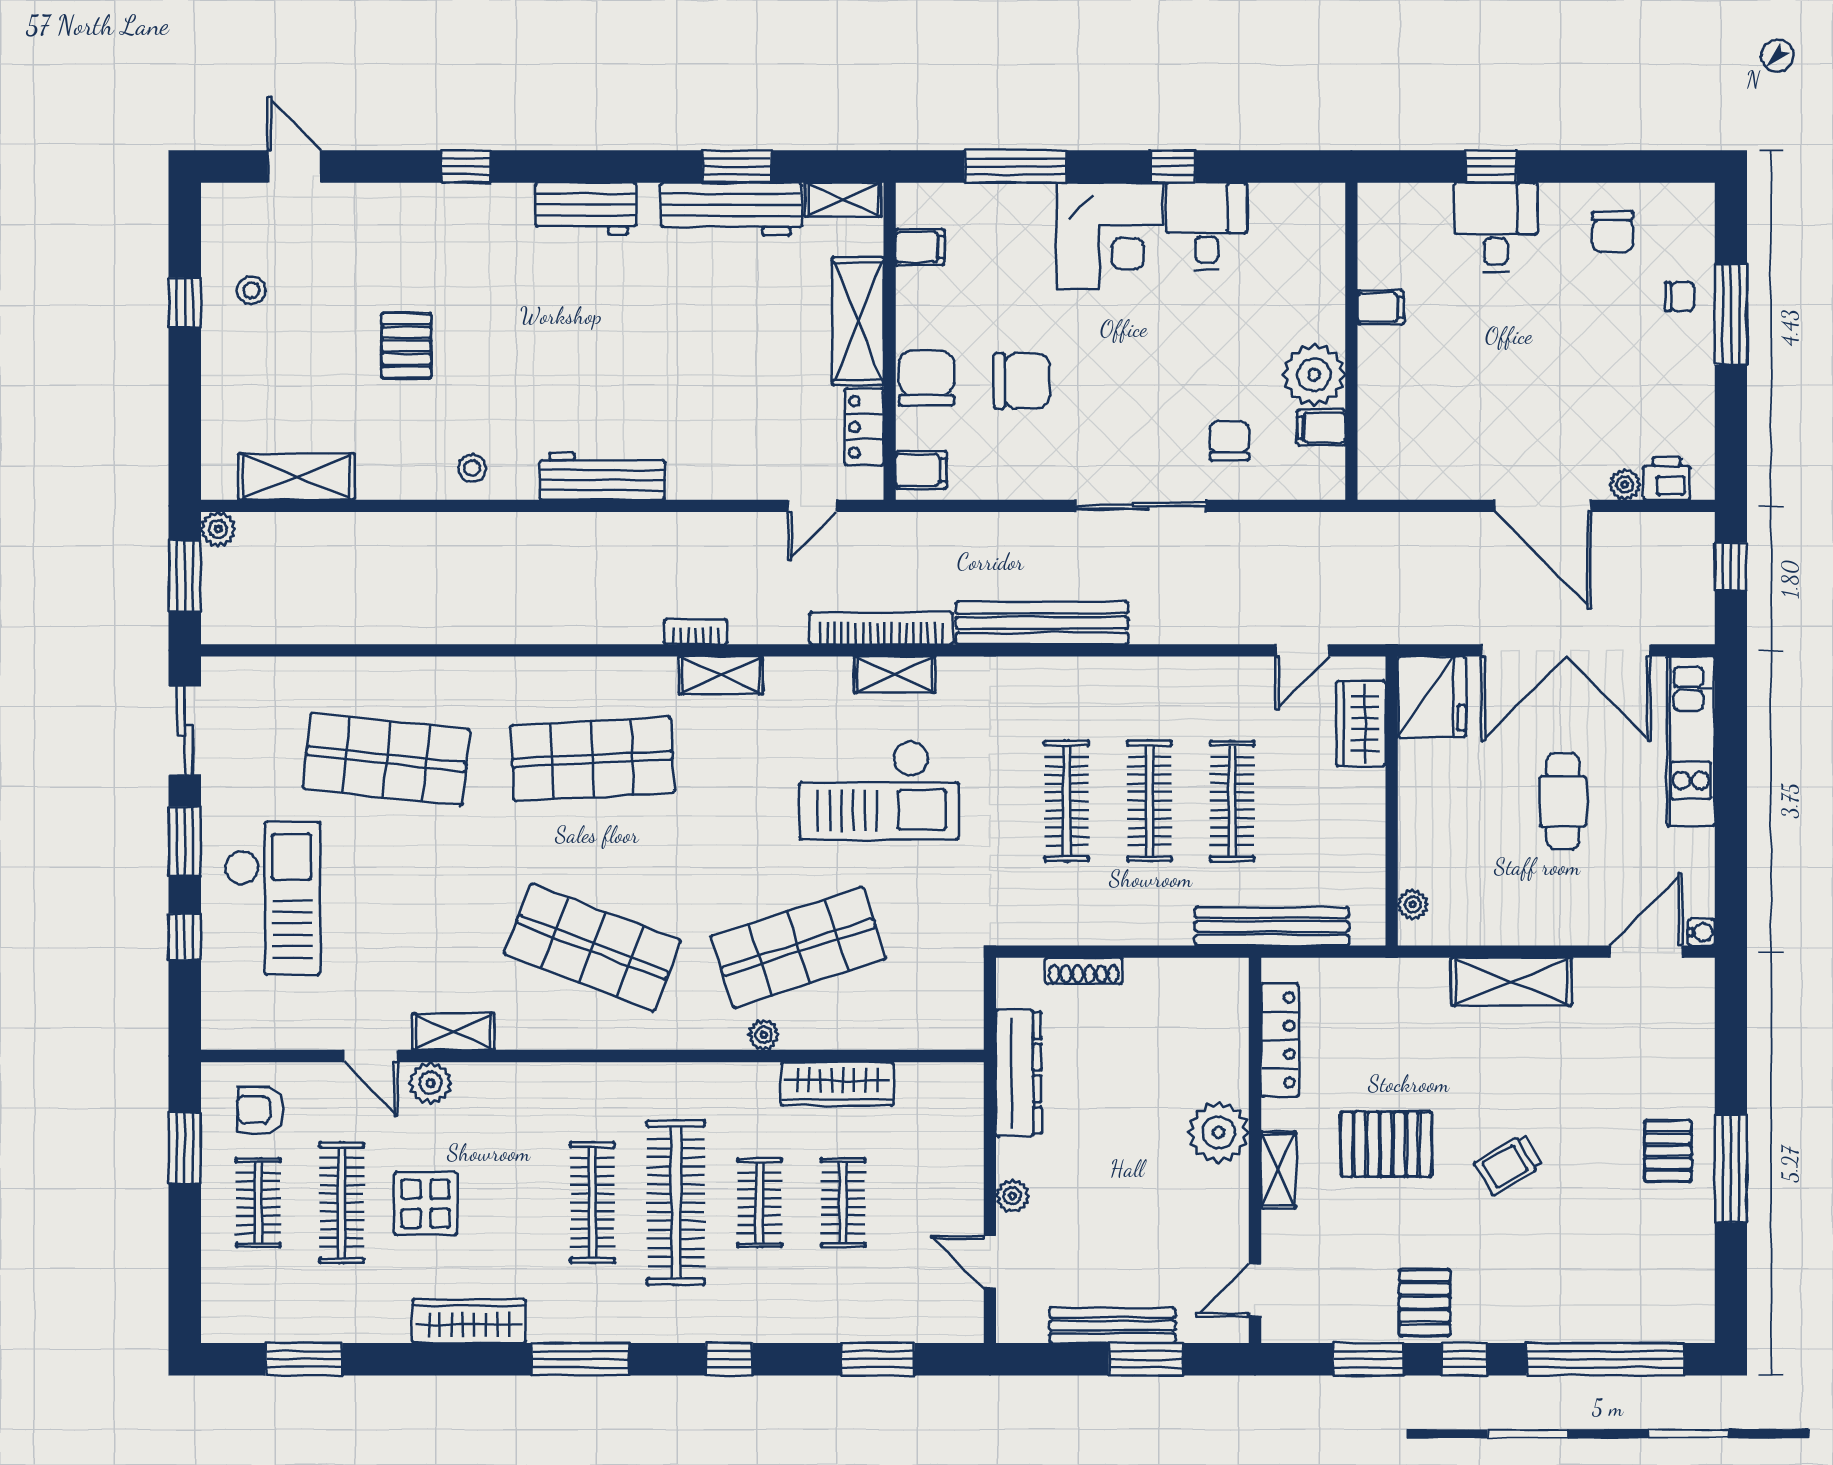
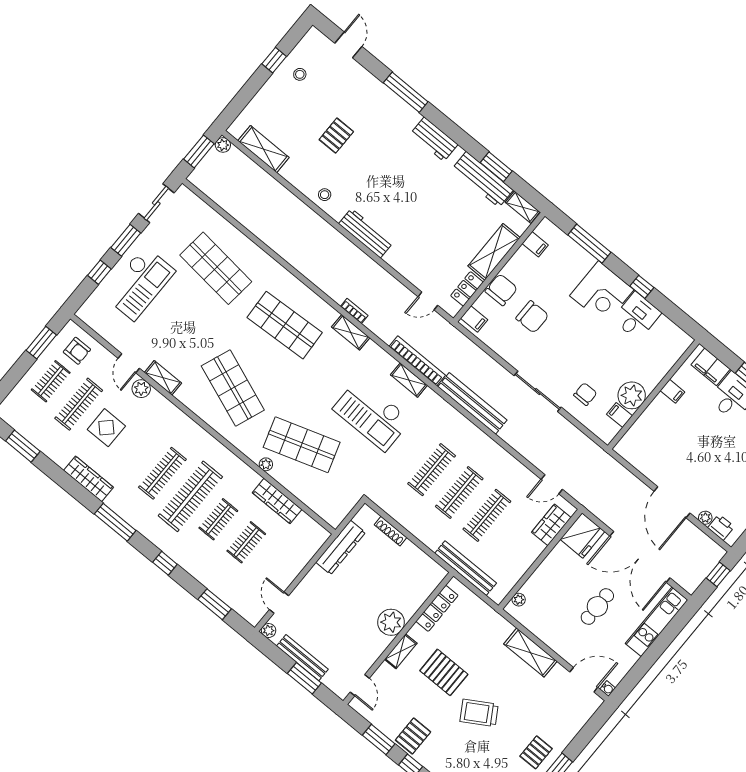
window: (466, 166) -> (406, 92), width x2.17
filing cabinet: (1413, 208) -> (711, 367), added
armchair: (260, 1110) -> (77, 351), turned 180
trolley: (1508, 1165) -> (479, 713), width x1.36, depth x1.39
plant: (1012, 1196) -> (269, 630), moved
door: (1255, 1290) -> (360, 685), swing flipped

